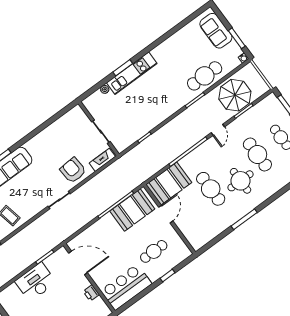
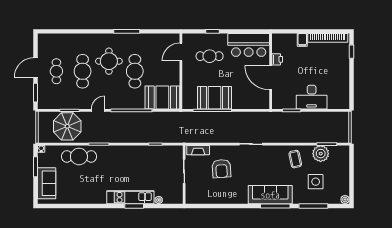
armchair: (73, 170) -> (221, 169), moved
booth: (132, 210) -> (214, 98), moved
door: (166, 214) -> (181, 52), moved
door: (78, 263) -> (271, 78), moved

